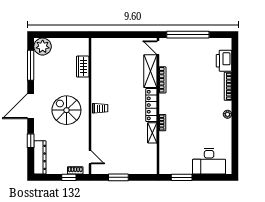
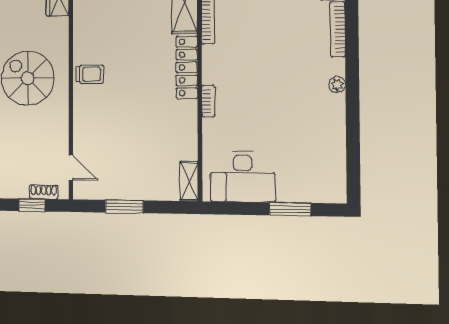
shelving: (152, 133) -> (189, 181), moved
desk: (209, 161) -> (243, 177), moved
window: (182, 177) -> (290, 209), moved

